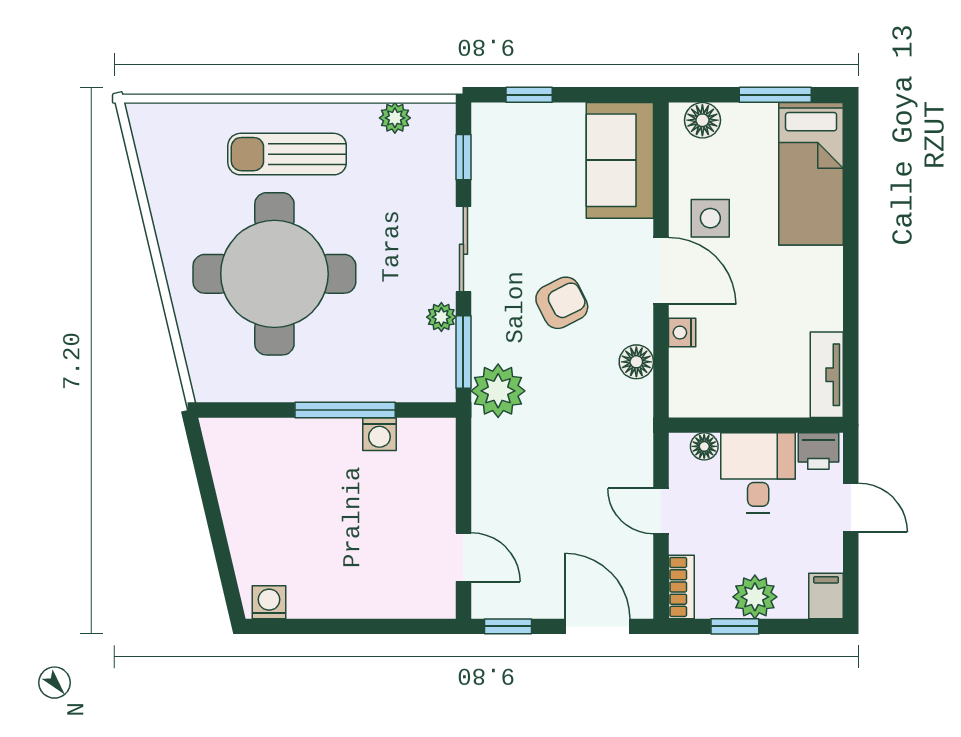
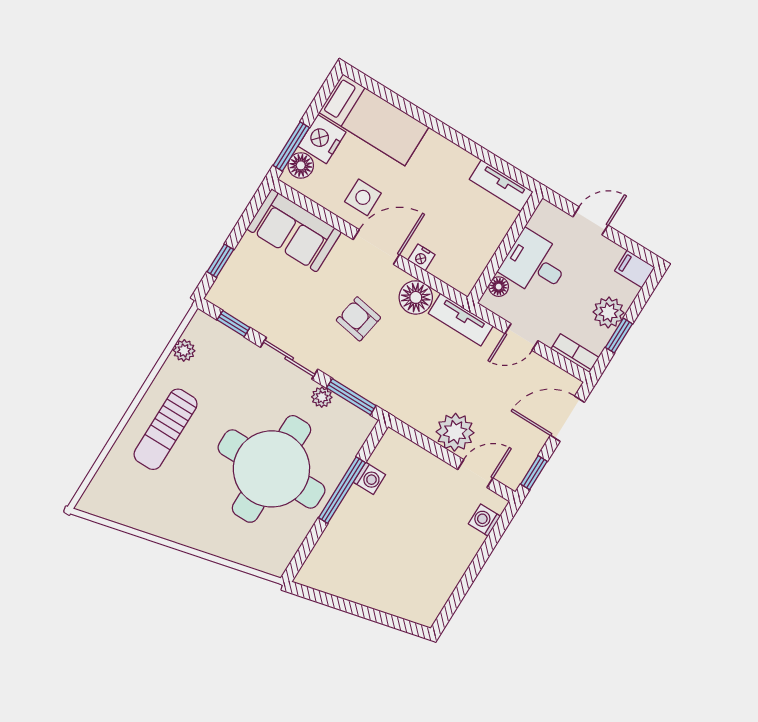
window: (775, 95) -> (291, 146), moved
nightstand: (750, 126) -> (322, 139), added
round table: (274, 274) -> (271, 469), moved
armchair: (562, 303) -> (358, 319), turned -53
floor lamp: (636, 362) -> (416, 297), width x1.38, depth x1.38
plant: (498, 391) -> (455, 432), moved
tv unit: (637, 426) -> (461, 320), added
printer: (818, 451) -> (544, 219), removed
washing machine: (269, 602) -> (484, 520), moved

